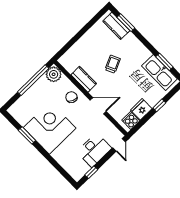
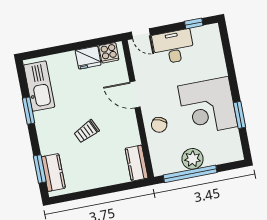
window: (164, 62) -> (29, 111), moved
plant: (54, 74) -> (193, 159), moved
kitchen counter: (84, 79) -> (137, 163), moved
window: (159, 105) -> (64, 48), removed
door: (119, 145) -> (141, 34), swing flipped

